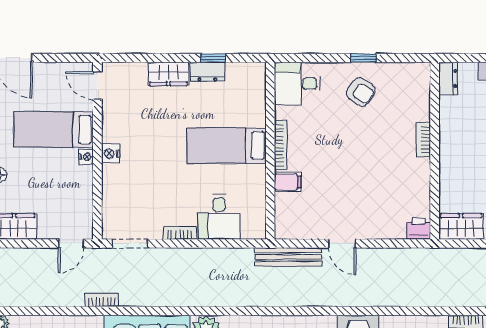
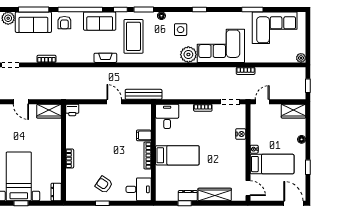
wardrobe: (168, 74) -> (215, 195), width x1.50
nightstand: (111, 154) -> (241, 134), moved
desk: (219, 217) -> (167, 116), moved

